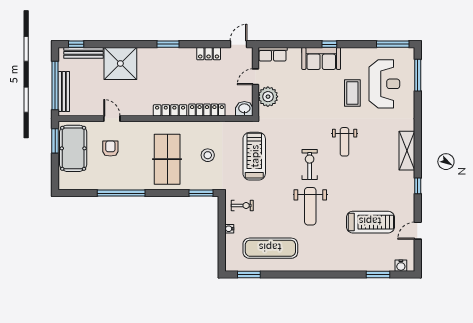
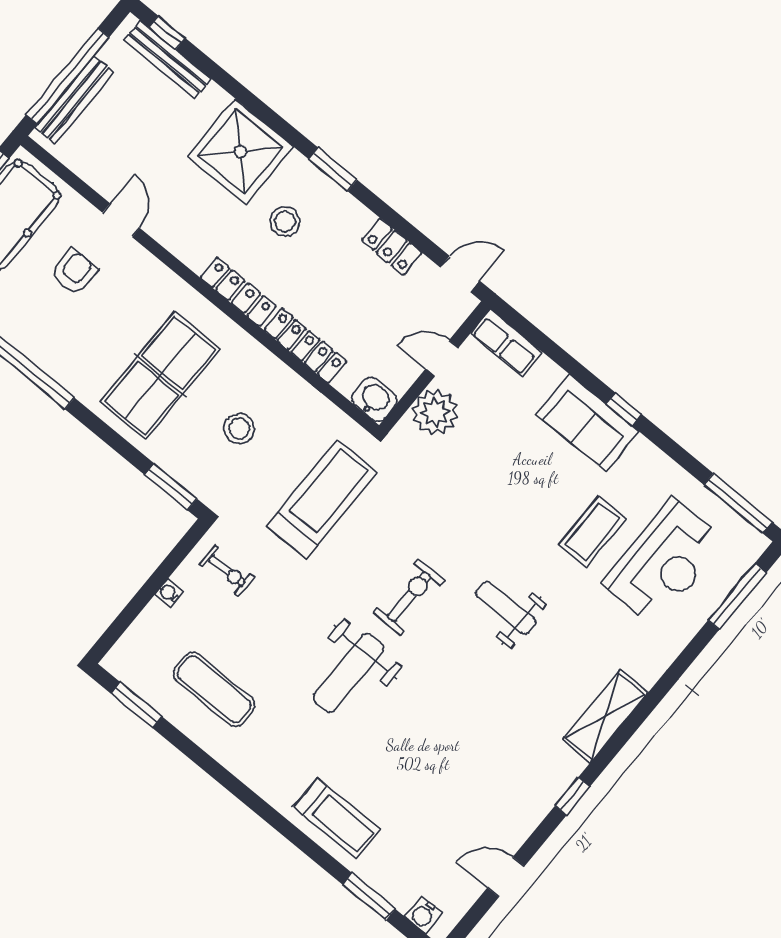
shower: (120, 63) -> (240, 152), moved
stool: (166, 74) -> (285, 222), added
weight bench: (345, 142) -> (506, 608), turned 90
treadmill: (370, 222) -> (337, 818), moved, width x0.73, depth x0.73
exercise mat: (270, 248) -> (214, 689), width x0.73, depth x0.69

